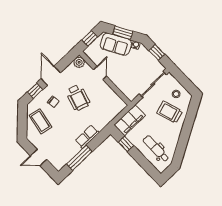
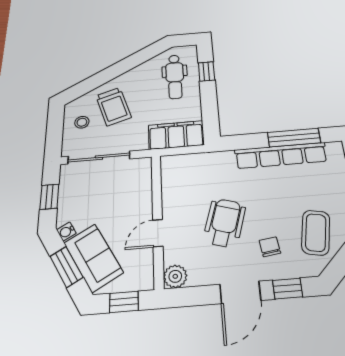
row of seats: (87, 137) -> (281, 155), width x2.02
window: (126, 144) -> (206, 71), moved

